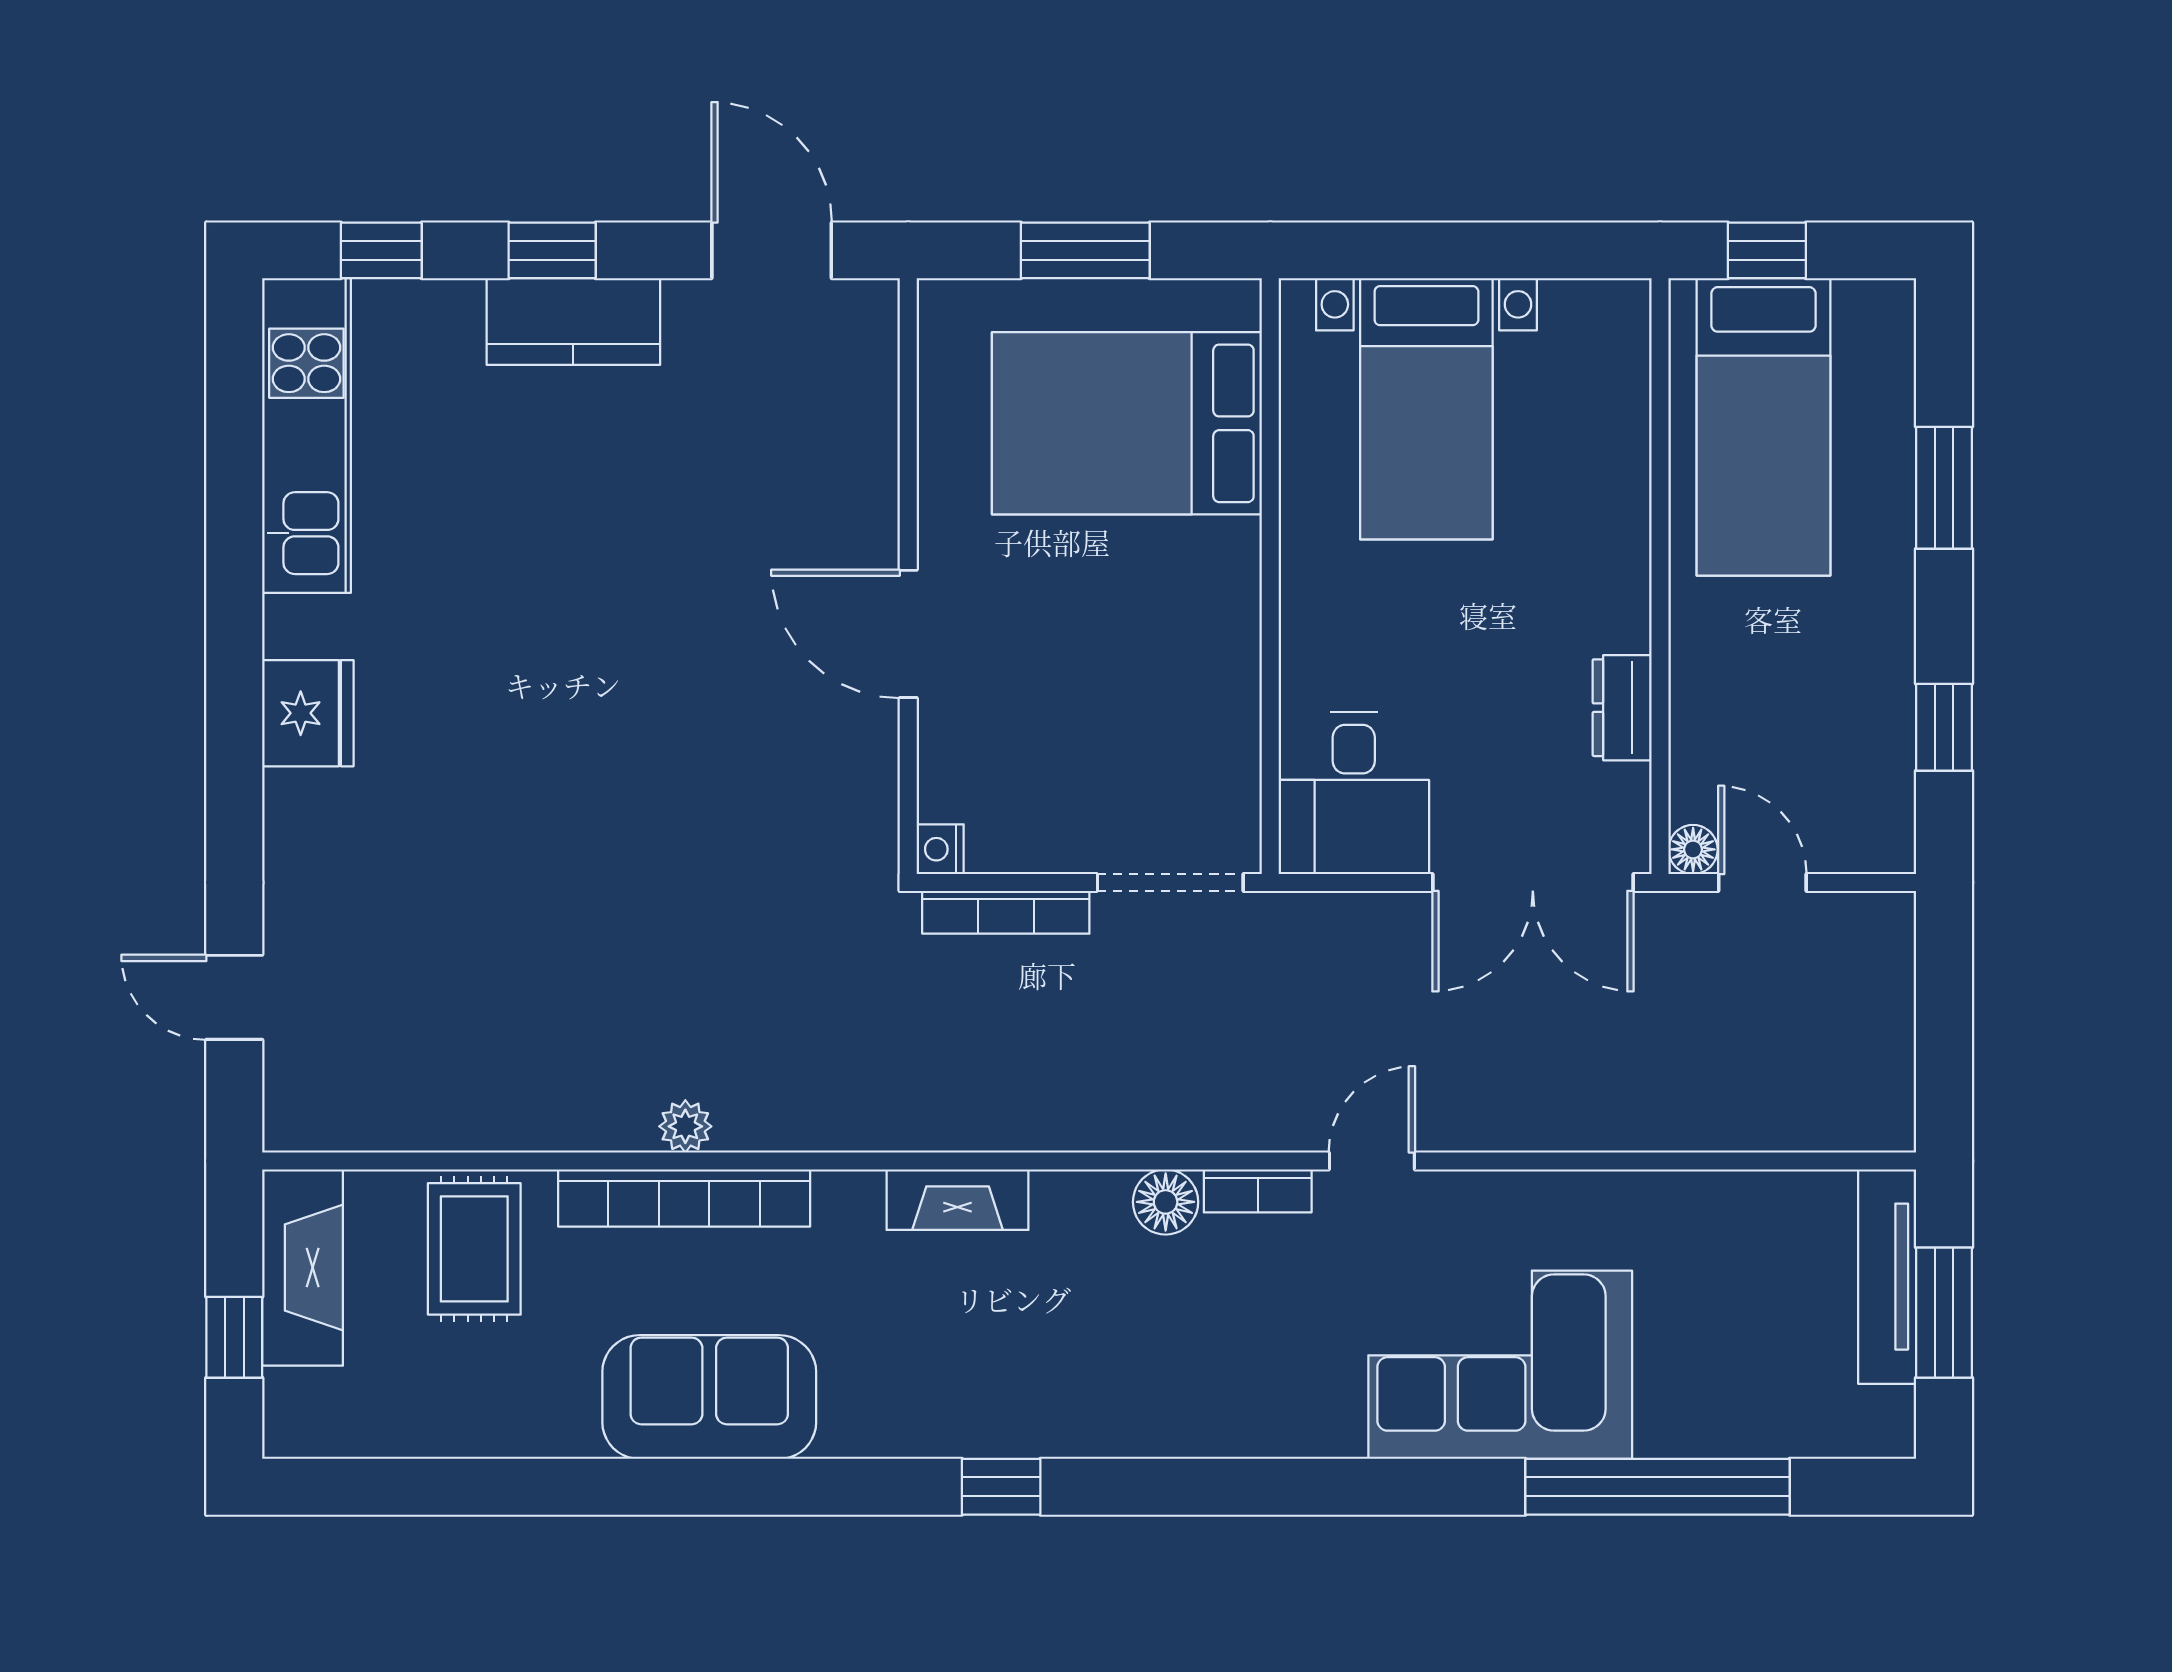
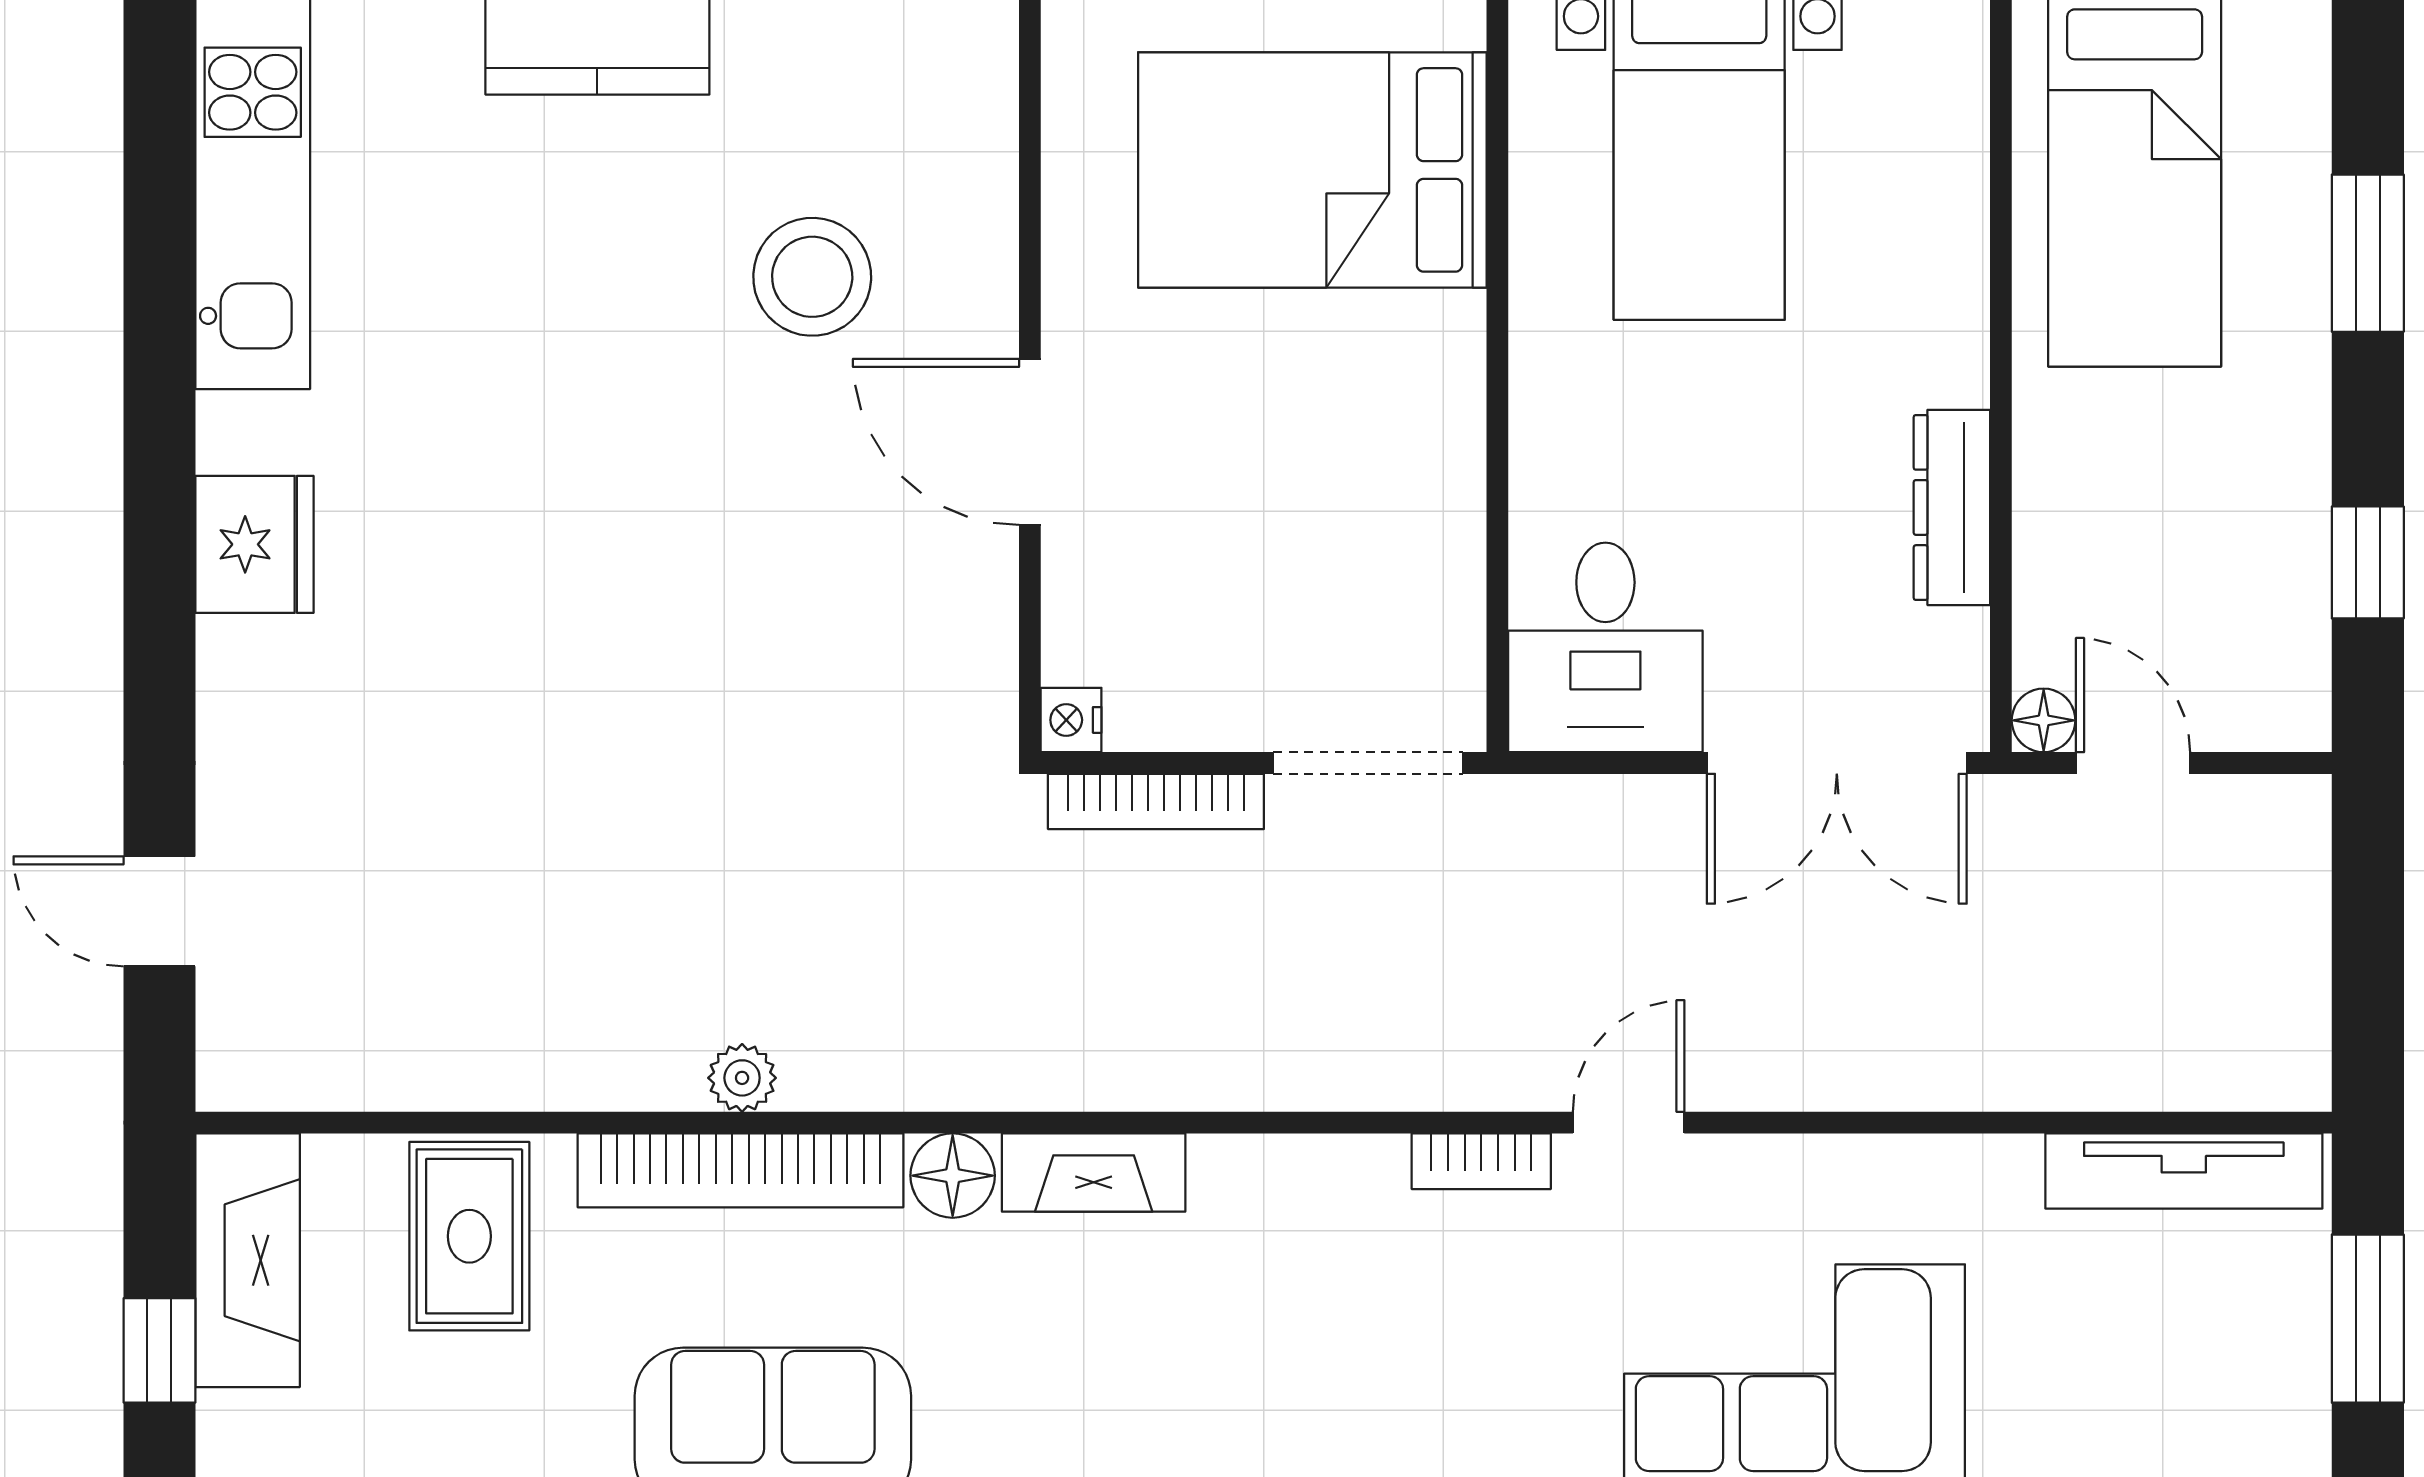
stool: (740, 506) -> (812, 277), added
dresser: (1622, 708) -> (1952, 507), width x1.44
floor lamp: (1166, 1202) -> (953, 1176), moved
tv unit: (1887, 1277) -> (2184, 1171), moved, turned -90

